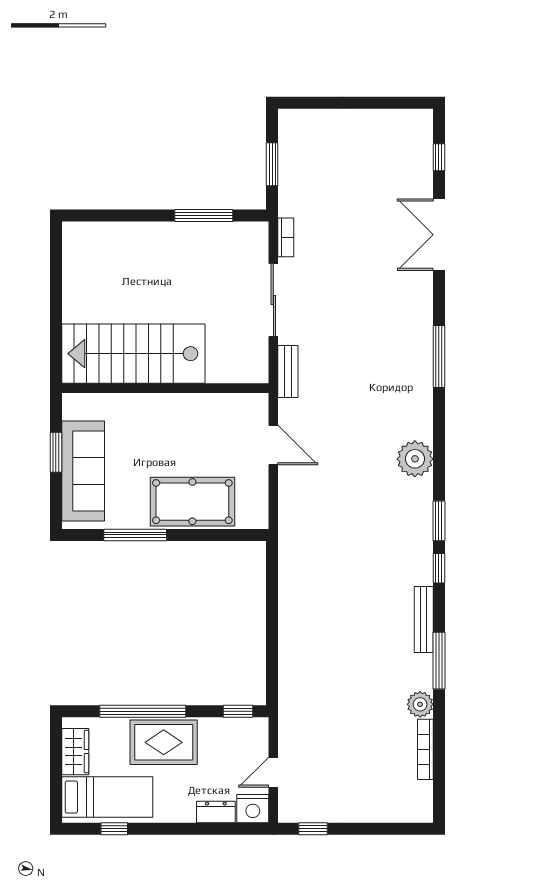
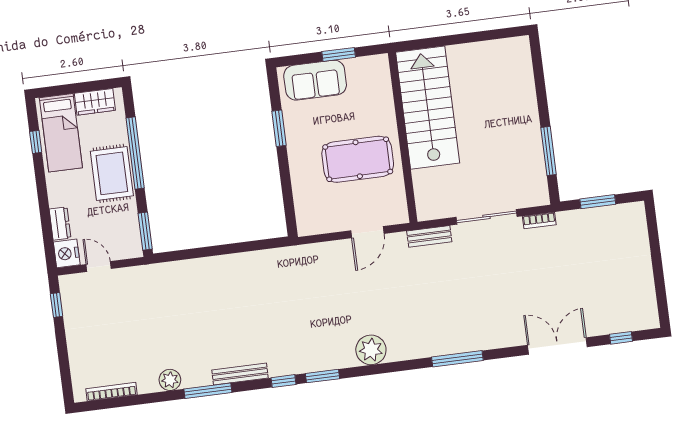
sofa: (83, 471) -> (315, 80), width x0.73
pool table: (192, 502) -> (358, 159), moved, turned 90
window: (135, 535) -> (279, 128), width x0.69
window: (238, 711) -> (145, 231), width x1.50
bookcase: (425, 749) -> (112, 392), moved

